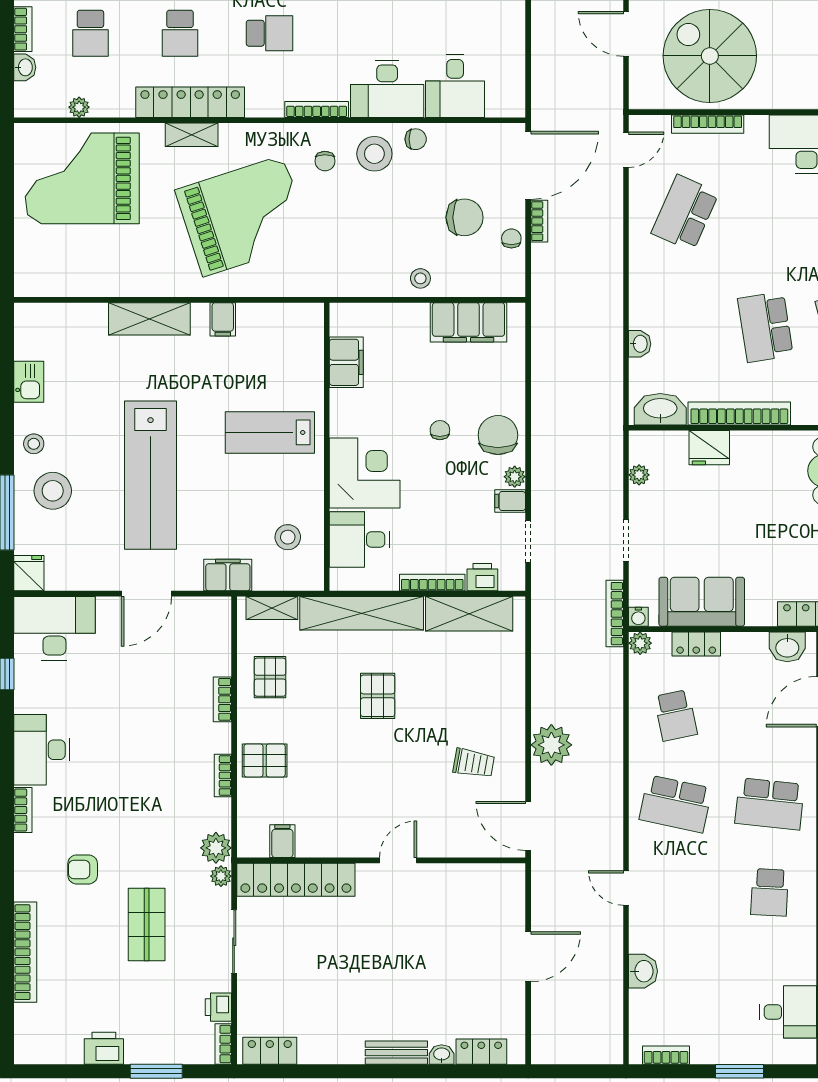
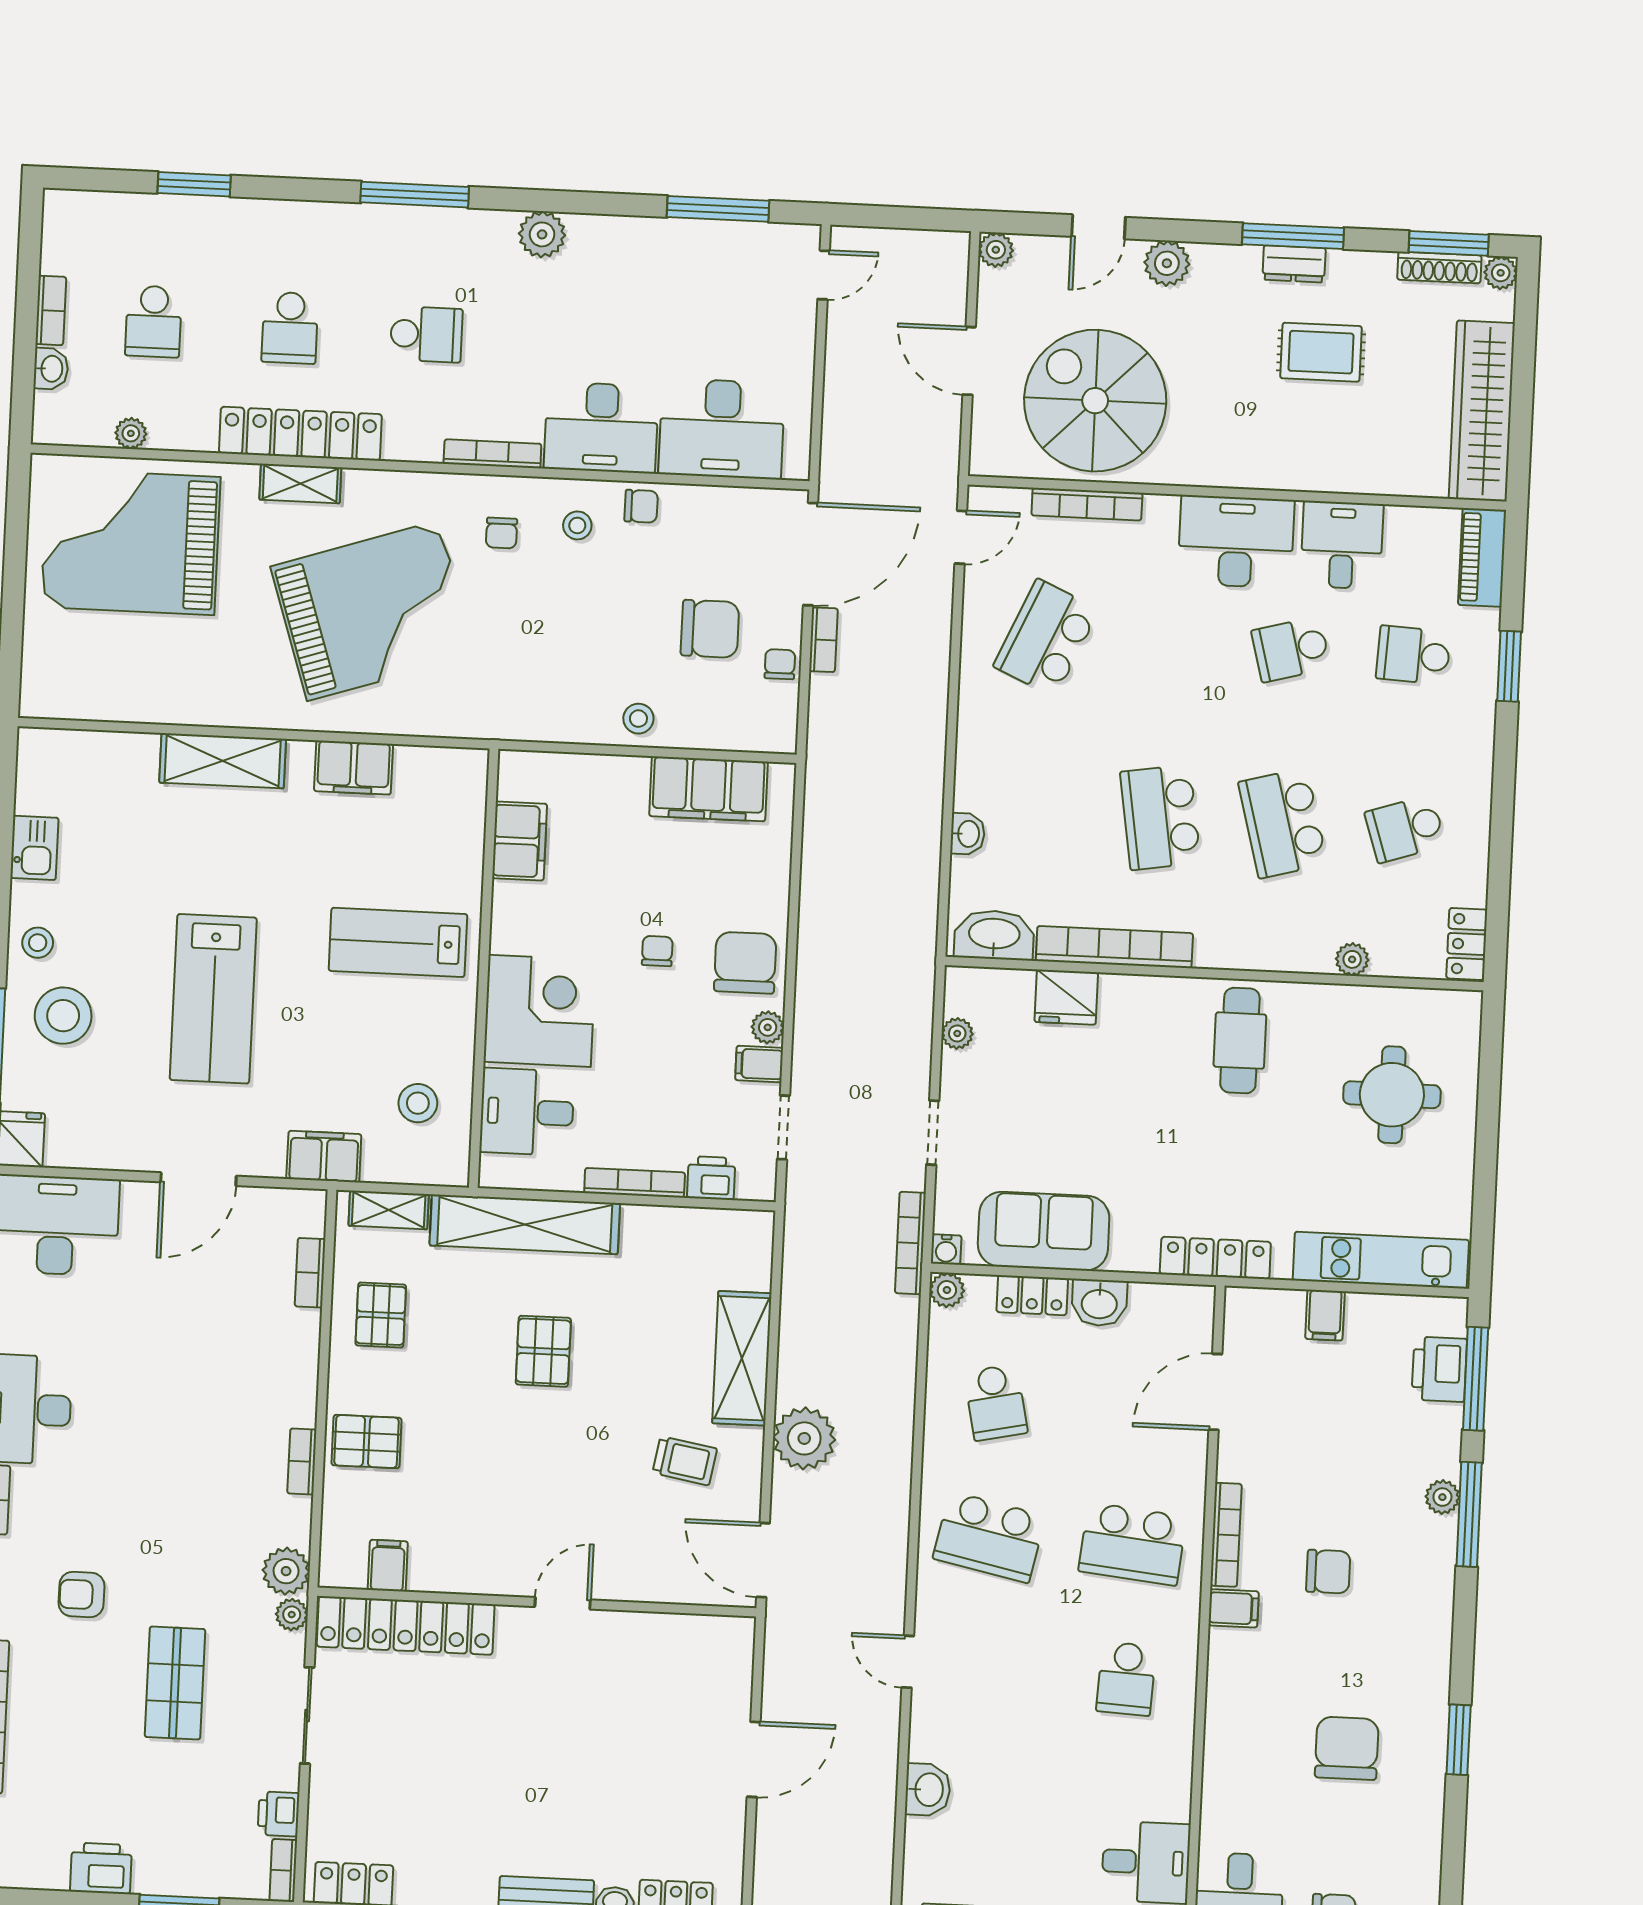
desk: (455, 86) -> (722, 429), width x1.37
stool: (374, 154) -> (577, 525), width x0.53, depth x0.53
filing cabinet: (223, 319) -> (354, 768), width x2.00
lab bench: (151, 475) -> (213, 999), width x0.73
shelving: (469, 614) -> (742, 1358), moved, turned 90
washbasin: (787, 647) -> (1099, 1303), moved
bookcase: (222, 699) -> (310, 1273), moved

